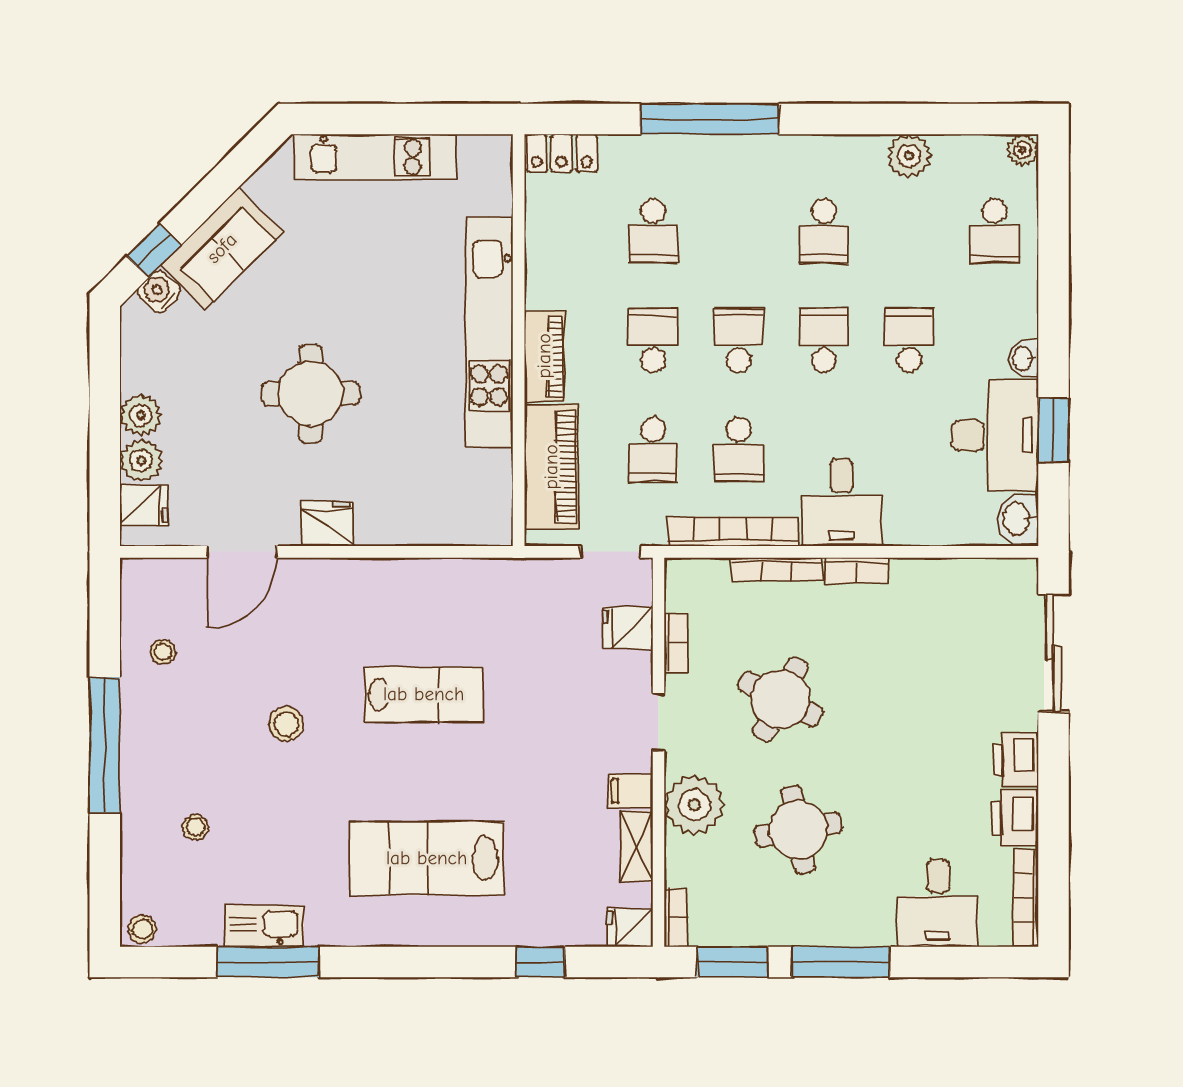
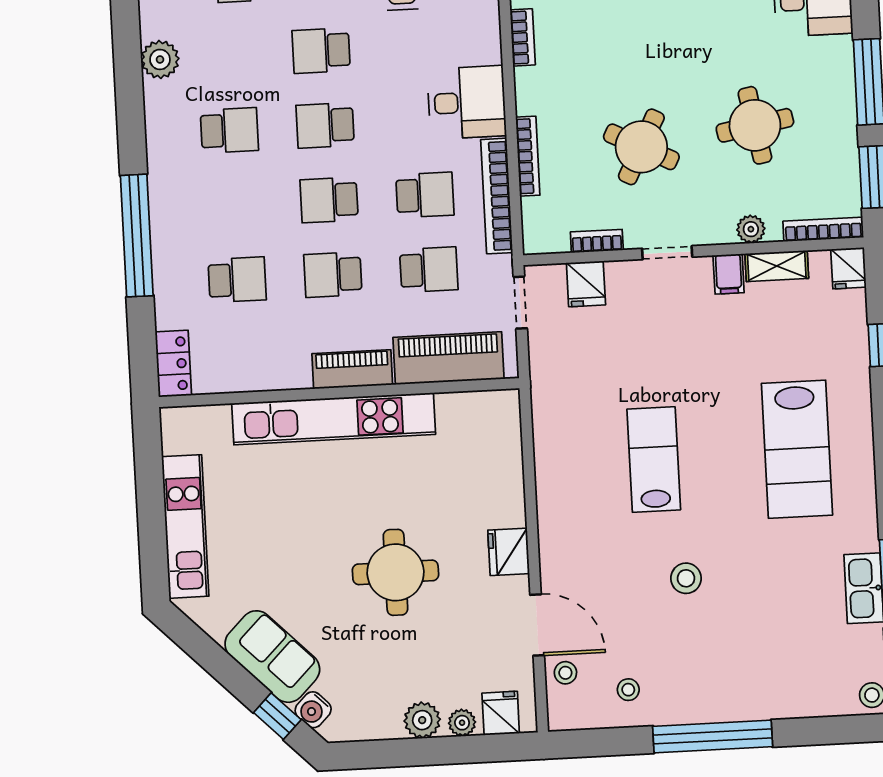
plant: (141, 460) -> (462, 723), width x0.73, depth x0.73
bookcase: (857, 570) -> (523, 37), moved
plant: (694, 805) -> (751, 229), width x0.53, depth x0.53
stool: (196, 827) -> (565, 673), moved
bookcase: (676, 918) -> (823, 229), width x1.56

